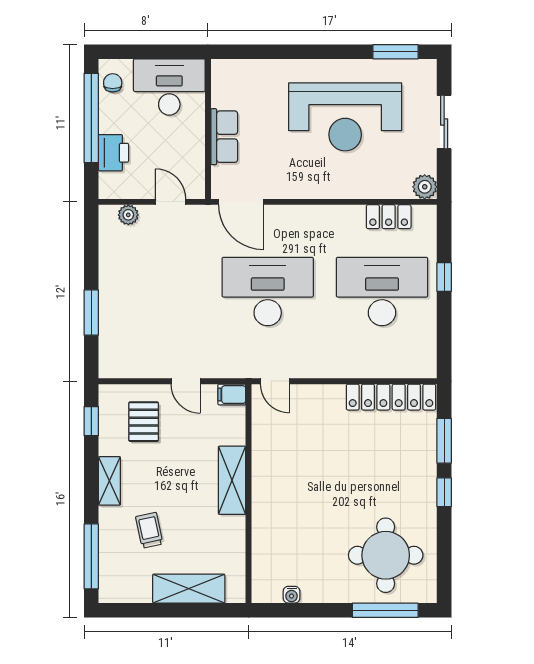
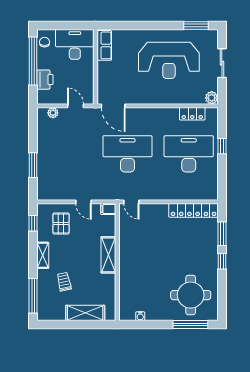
row of seats: (224, 137) -> (104, 45), moved

